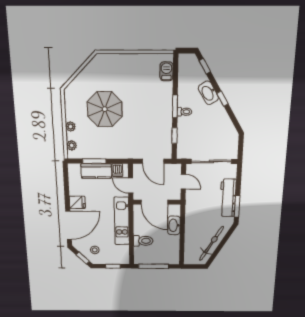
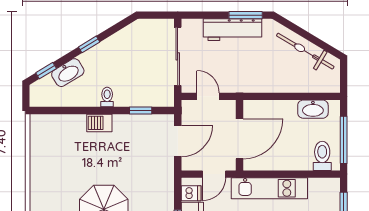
barbecue: (166, 71) -> (99, 123), moved
washbasin: (208, 93) -> (68, 73), moved
window: (175, 106) -> (100, 110), removed
door: (183, 182) -> (208, 96), hinge flipped
washbasin: (174, 225) -> (313, 109), moved
toilet: (143, 241) -> (322, 156), moved

